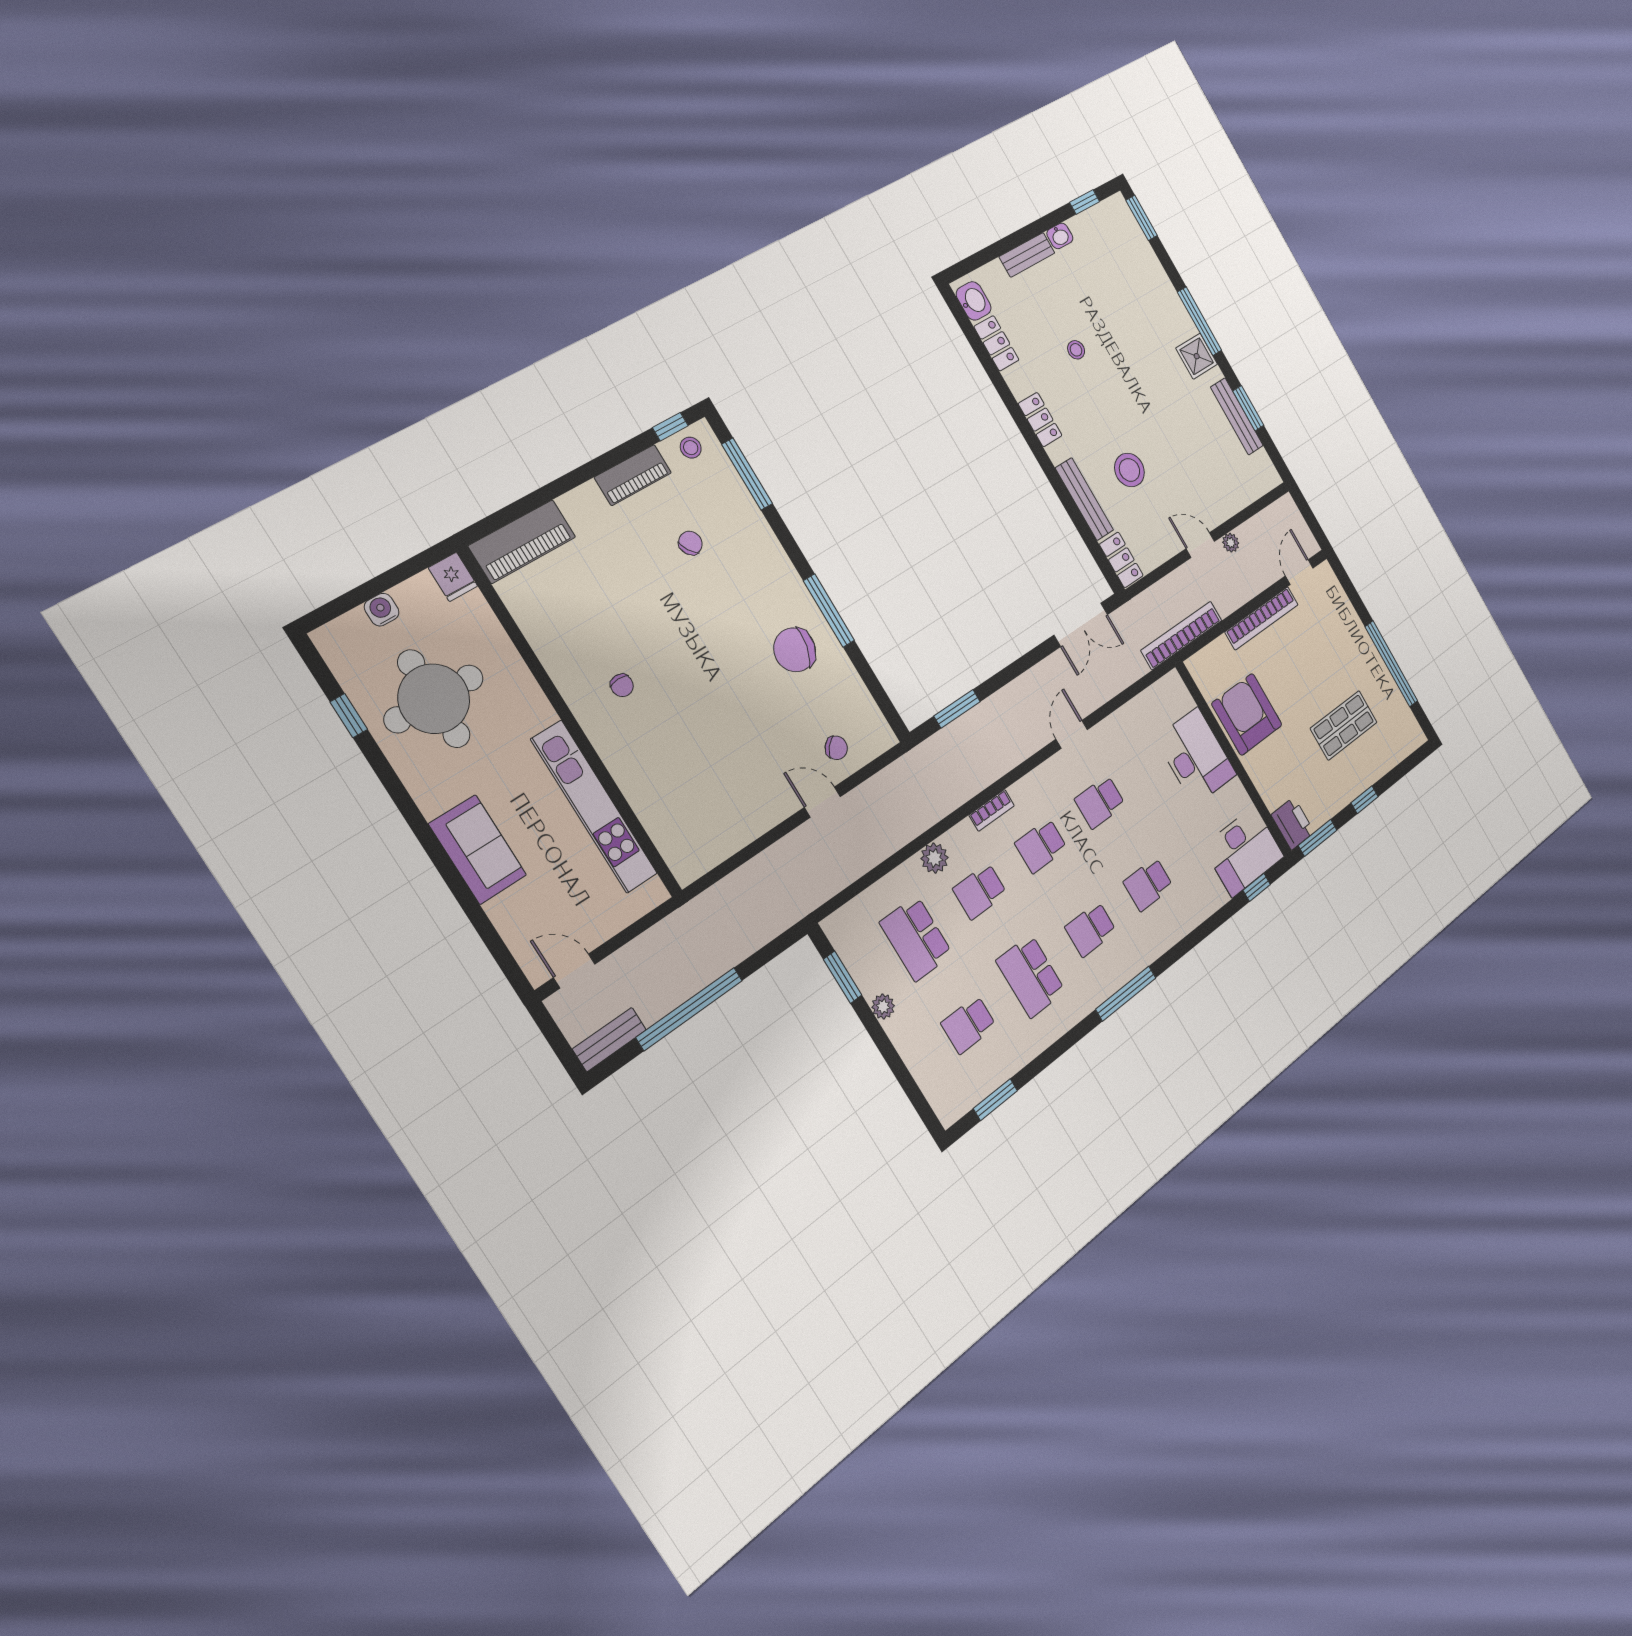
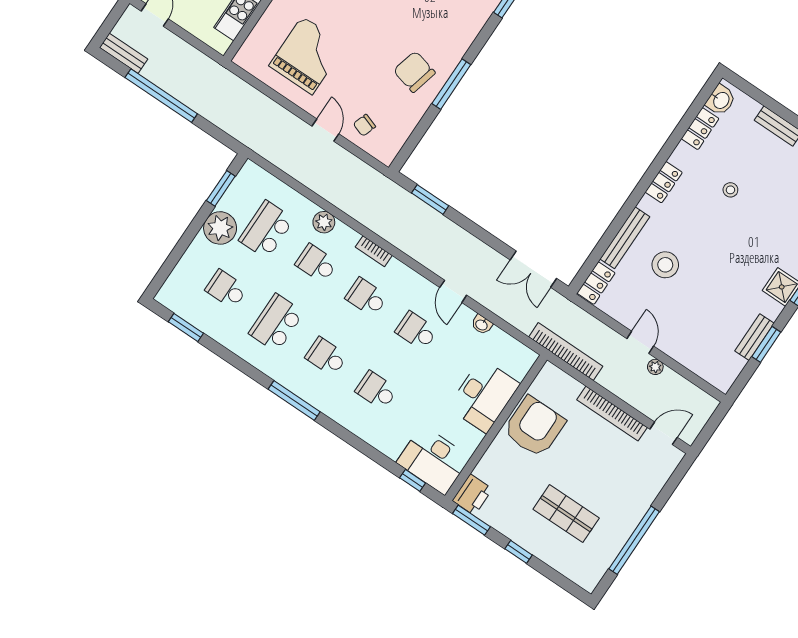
bench: (1237, 416) -> (754, 337), width x0.73
washbasin: (1120, 719) -> (482, 325), added
door: (1072, 734) -> (453, 291), swing flipped
chair: (836, 748) -> (364, 125), turned 67
grand piano: (717, 781) -> (307, 55), added
plant: (883, 1006) -> (220, 228), width x1.88, depth x1.88

